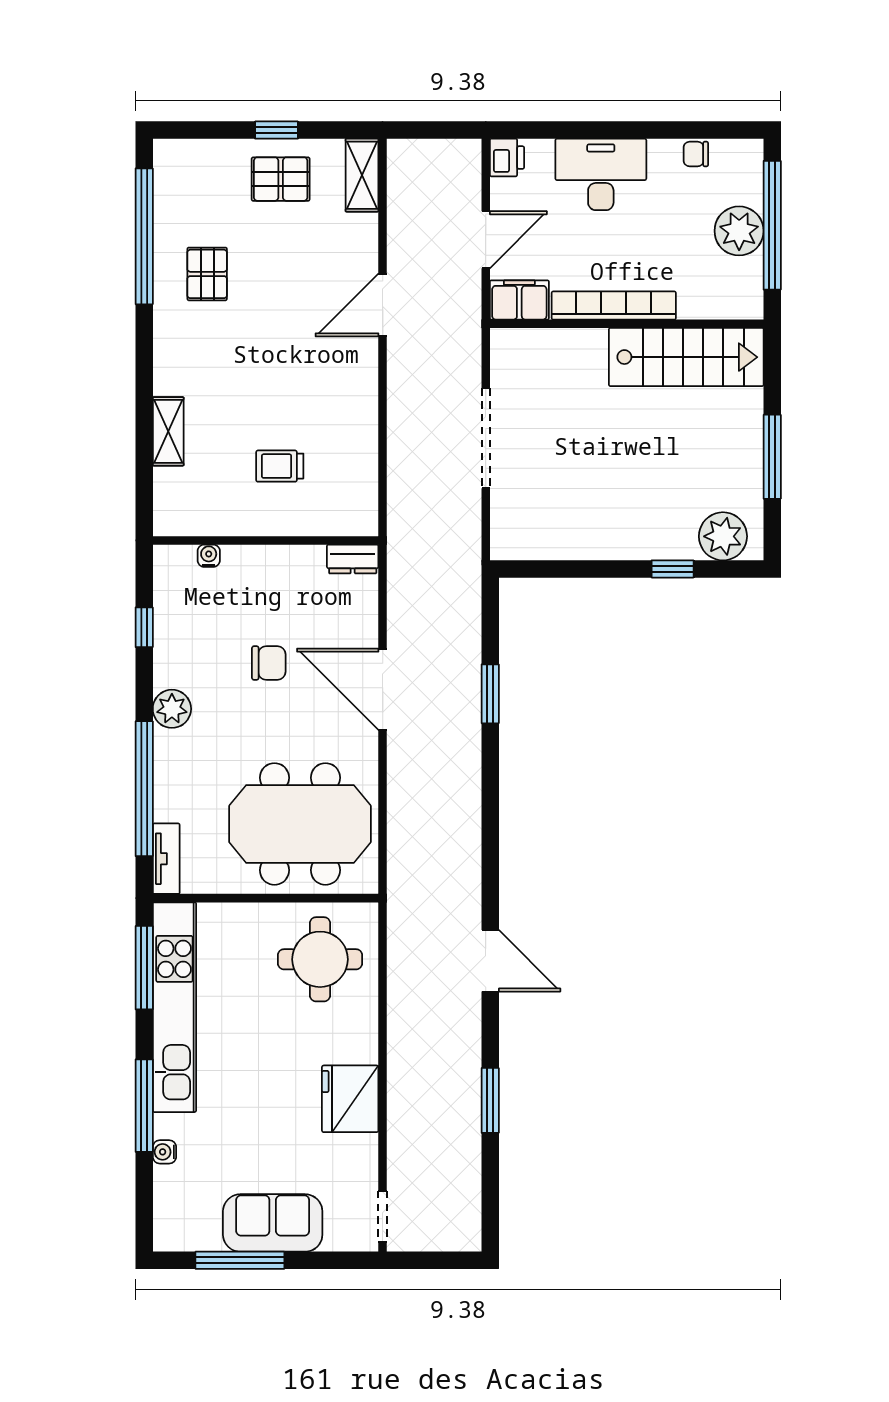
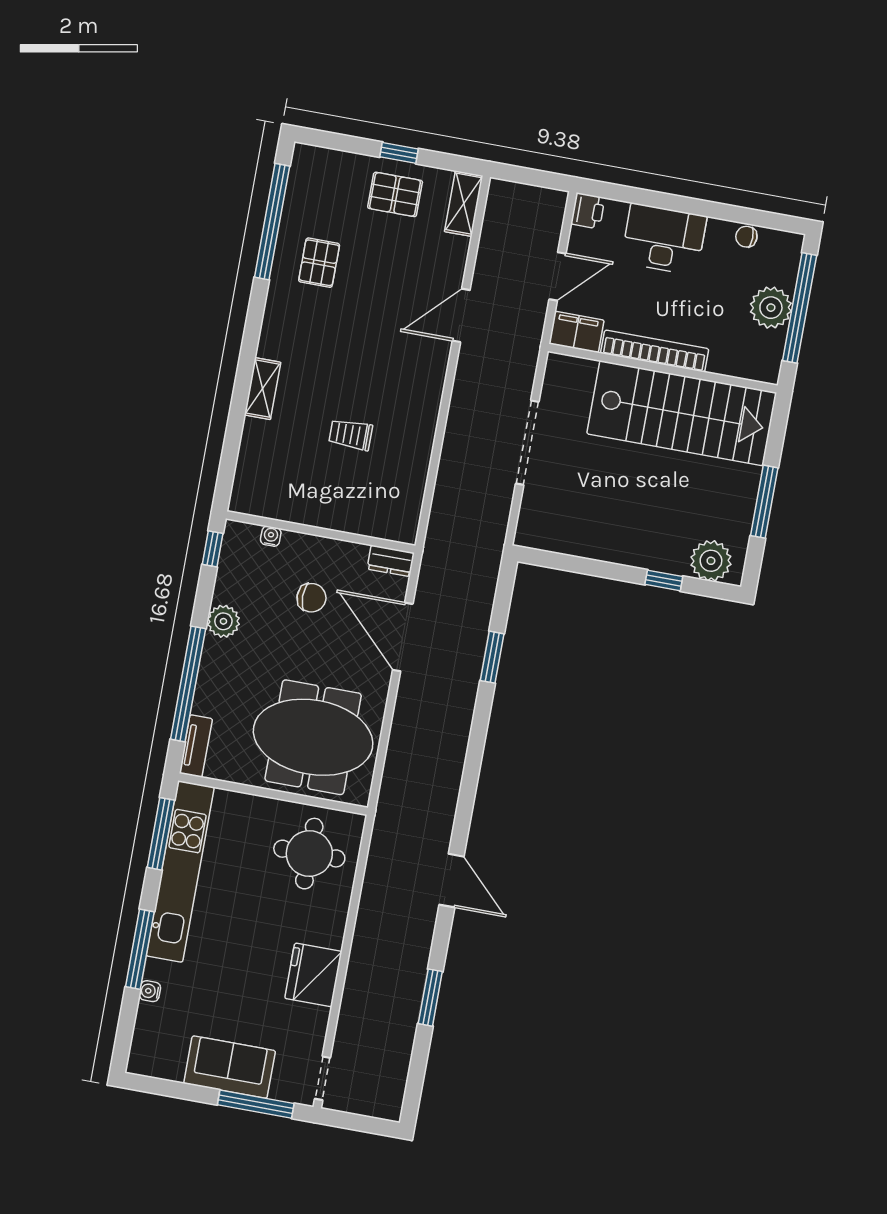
stairs: (686, 357) -> (682, 413), width x1.36, depth x1.51
wall: (266, 540) -> (321, 532), moved
water cooler: (209, 556) -> (271, 536), moved
dresser: (353, 559) -> (391, 561), moved
window: (240, 1260) -> (256, 1104), moved

